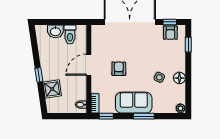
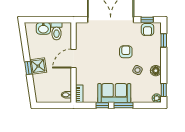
armchair: (119, 69) -> (126, 52), moved
shower: (52, 89) -> (38, 66), moved
window: (188, 99) -> (164, 90), added
window: (106, 116) -> (102, 105), moved

